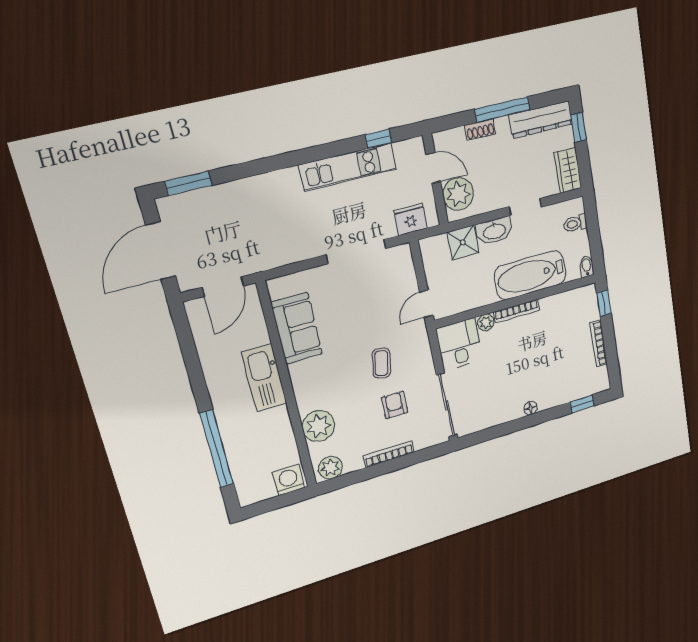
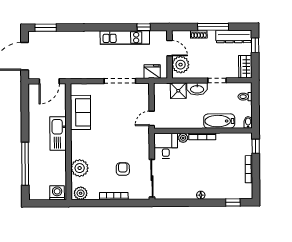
bathtub: (530, 275) -> (219, 121), width x0.73, depth x0.73
coffee table: (381, 363) -> (121, 144), removed

